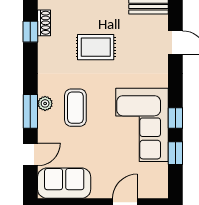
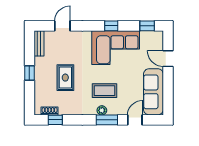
window: (175, 153) -> (147, 26), moved
door: (30, 154) -> (135, 120), hinge flipped
sofa: (64, 183) -> (153, 92), width x1.36

